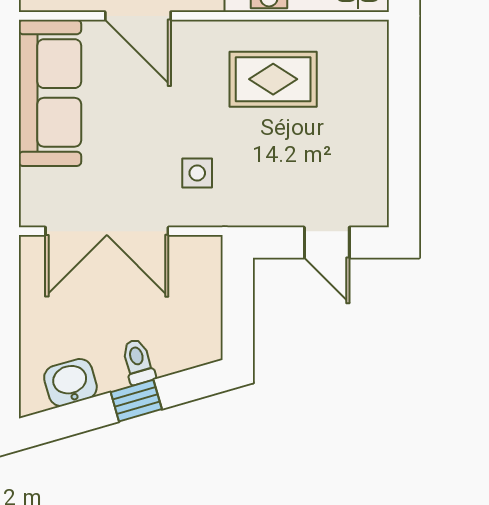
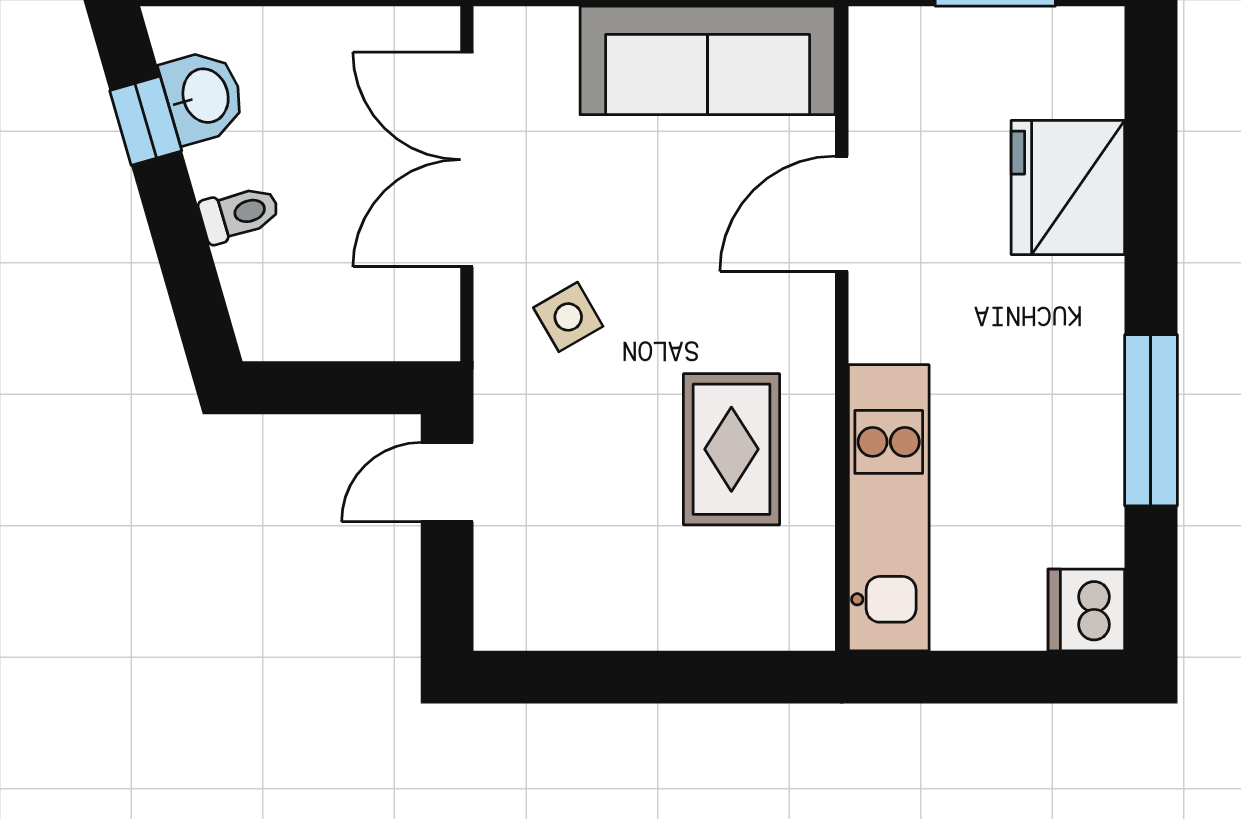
side table: (197, 173) -> (568, 317), turned -30
door: (327, 243) -> (447, 482), moved
window: (136, 401) -> (146, 121), moved

